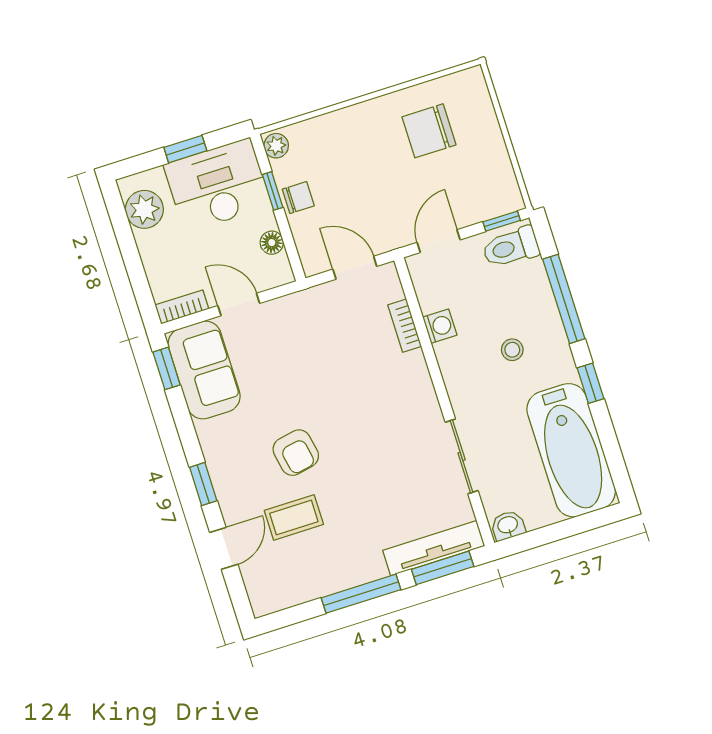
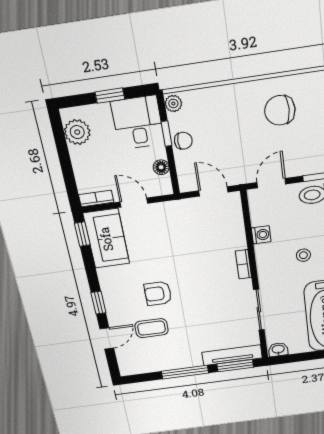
desk: (217, 185) -> (138, 123), width x0.73
bookcase: (405, 326) -> (243, 264), moved
armchair: (296, 453) -> (158, 294), turned 101

